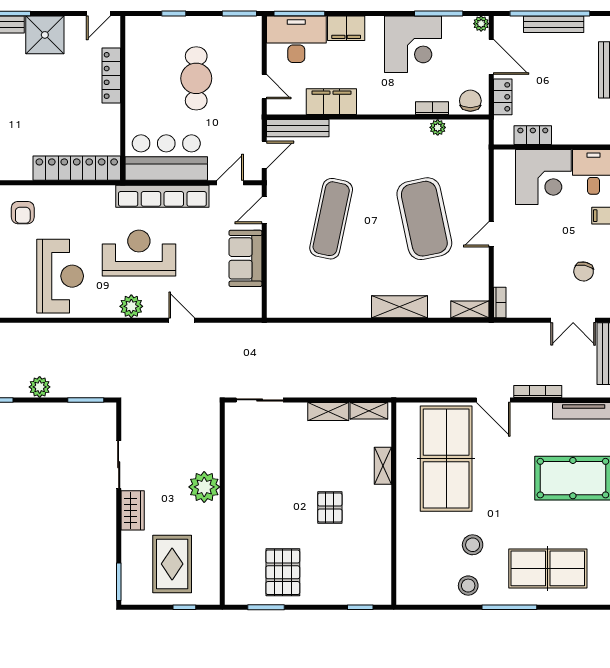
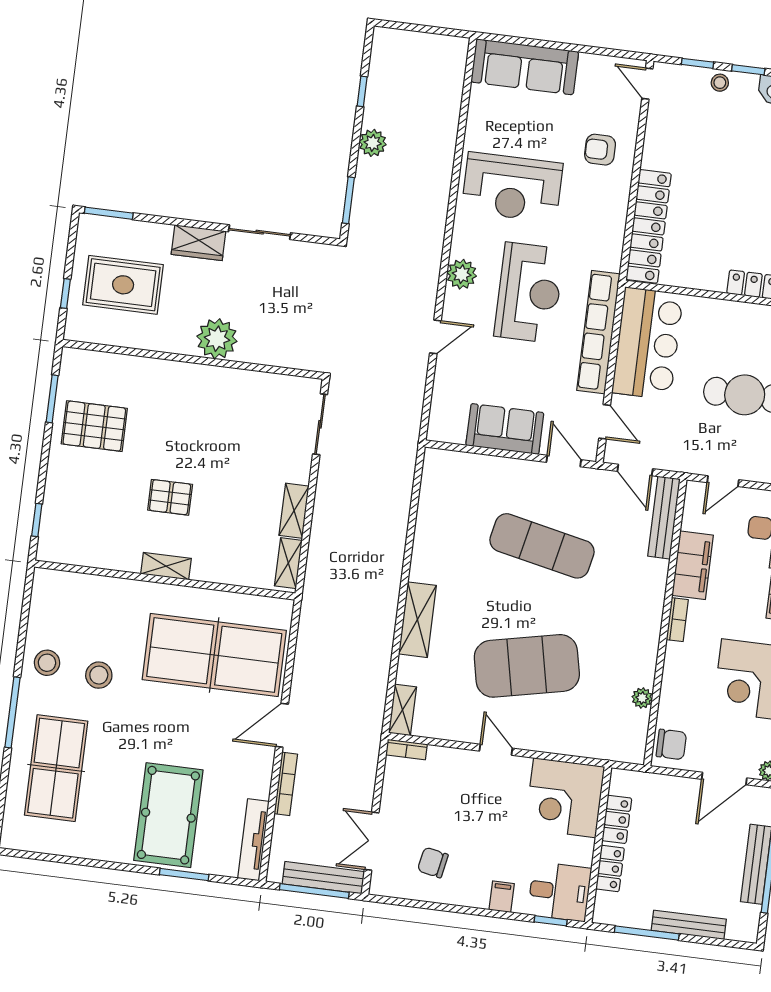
locker: (503, 97) -> (610, 868), moved, turned -90
bookcase: (432, 108) -> (677, 620), moved
corner desk: (543, 177) -> (565, 798), moved
shelving: (383, 466) -> (166, 566), moved

